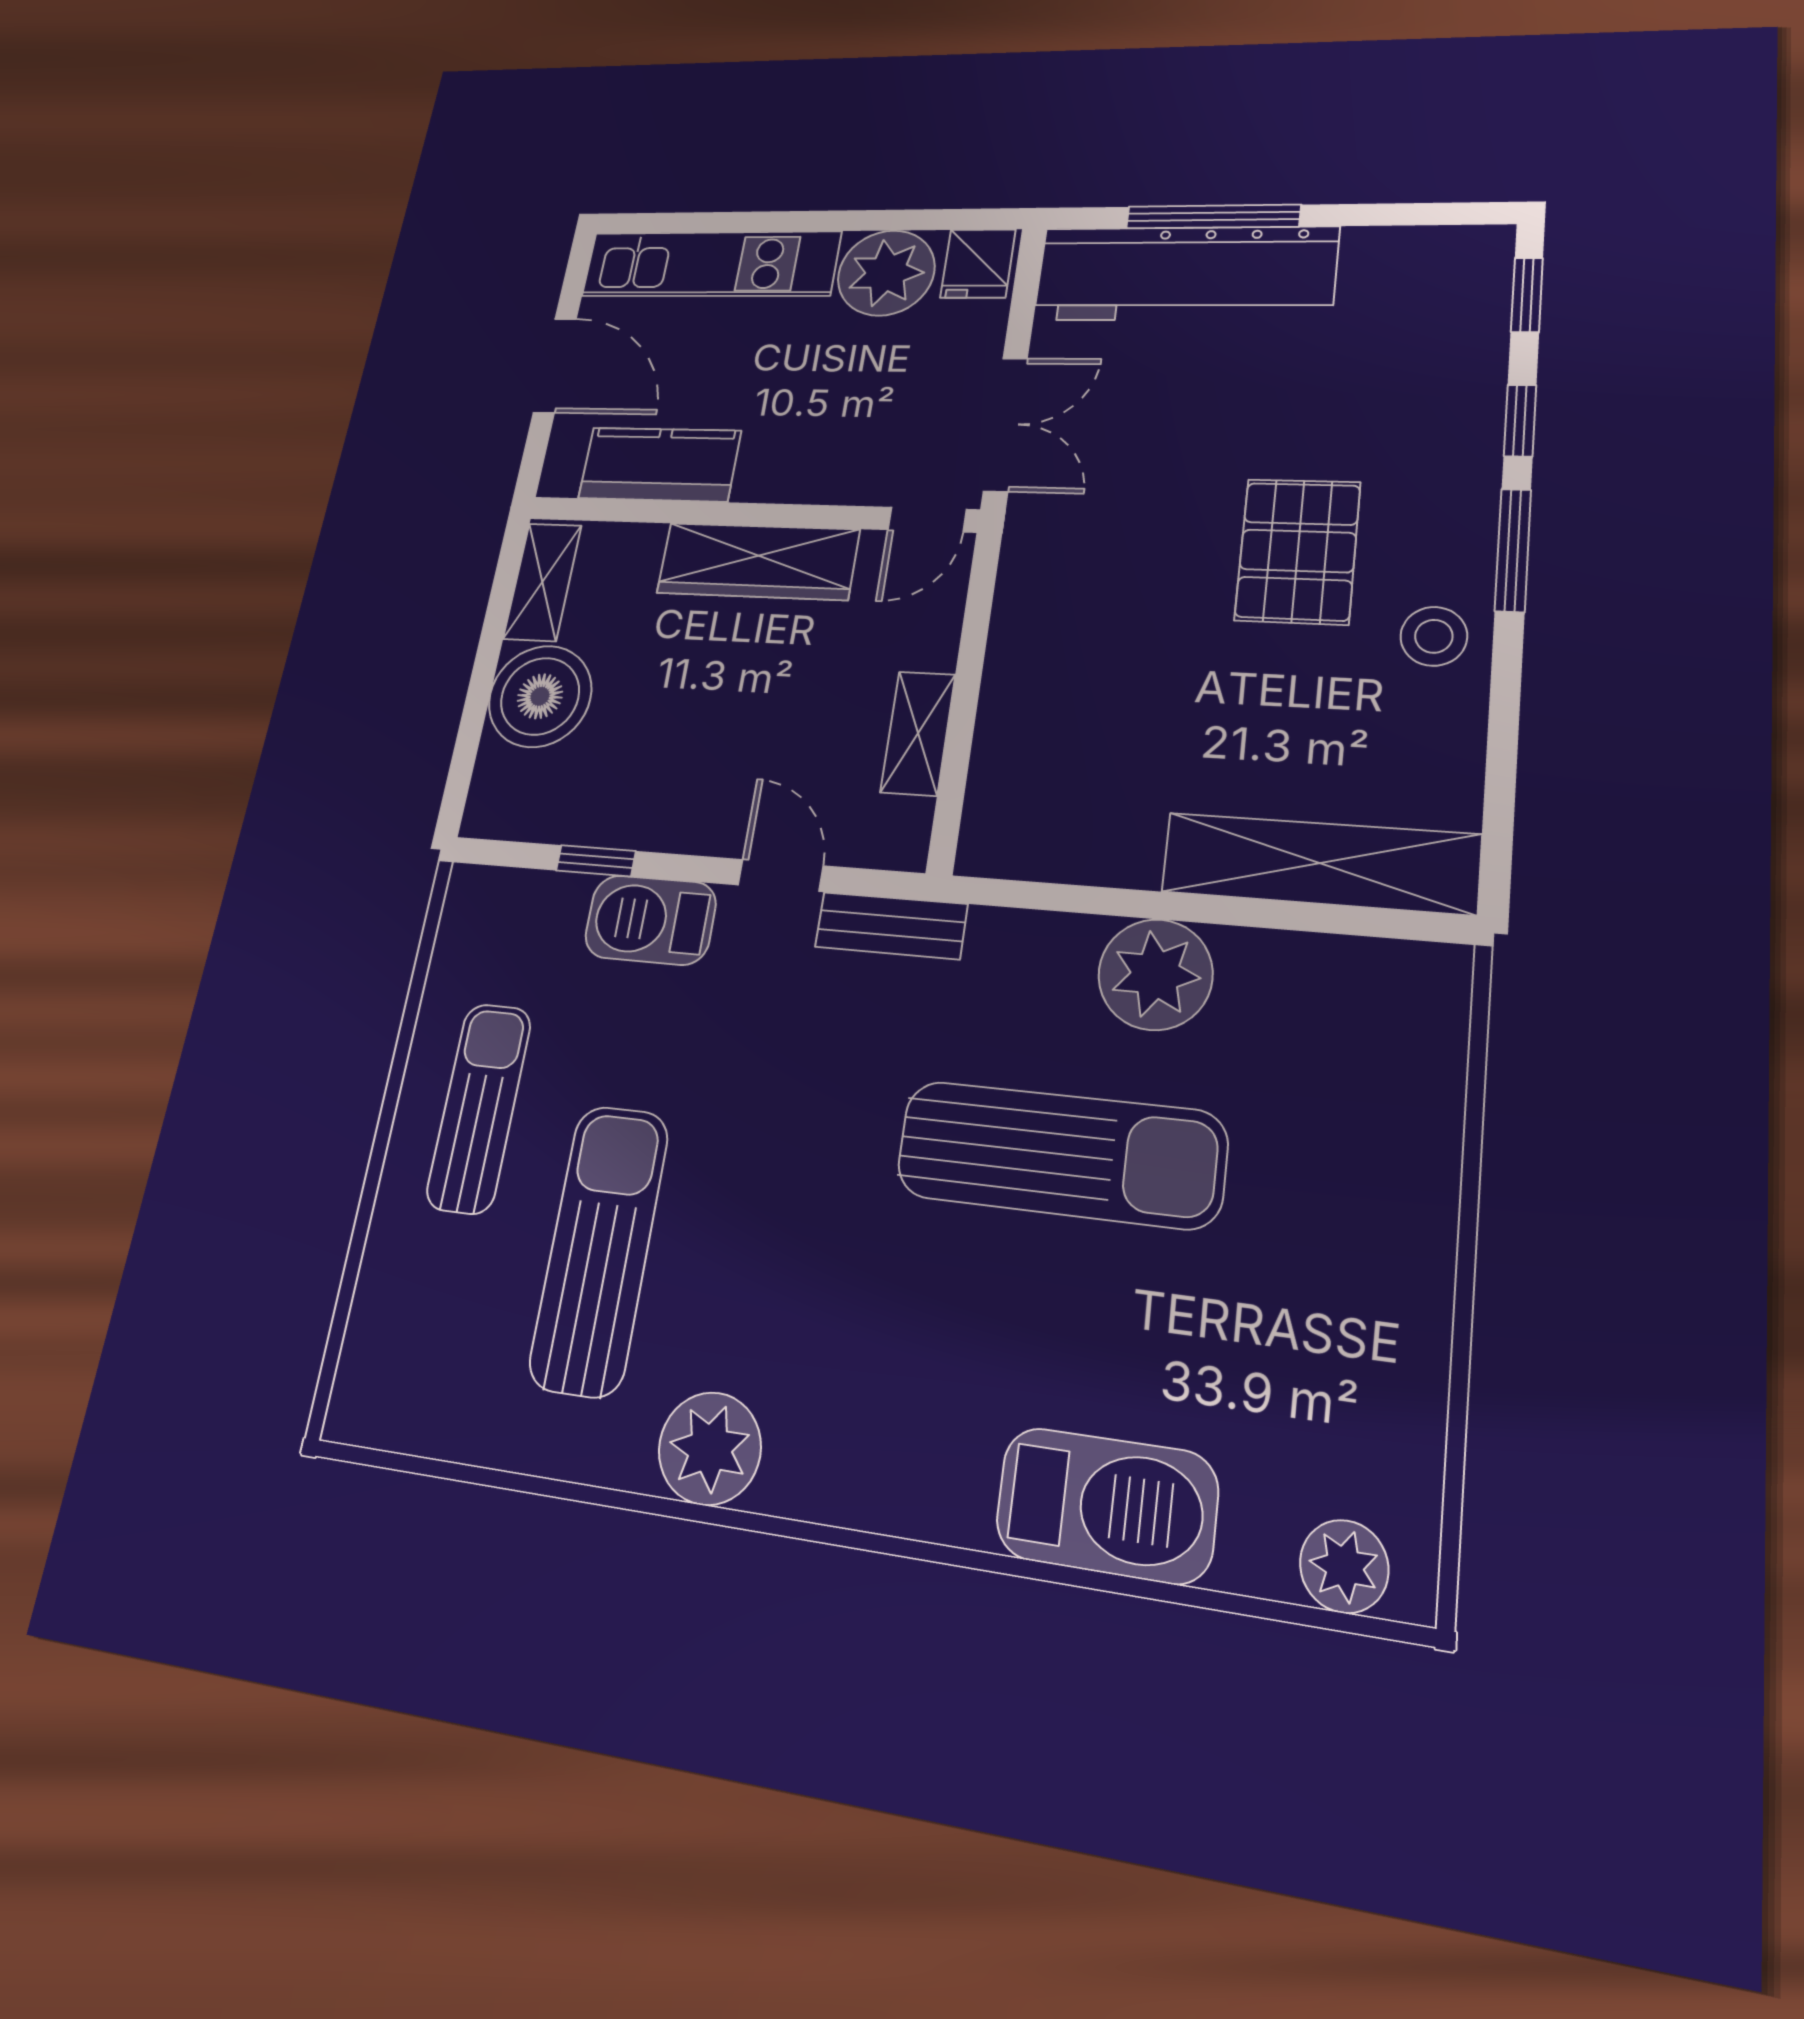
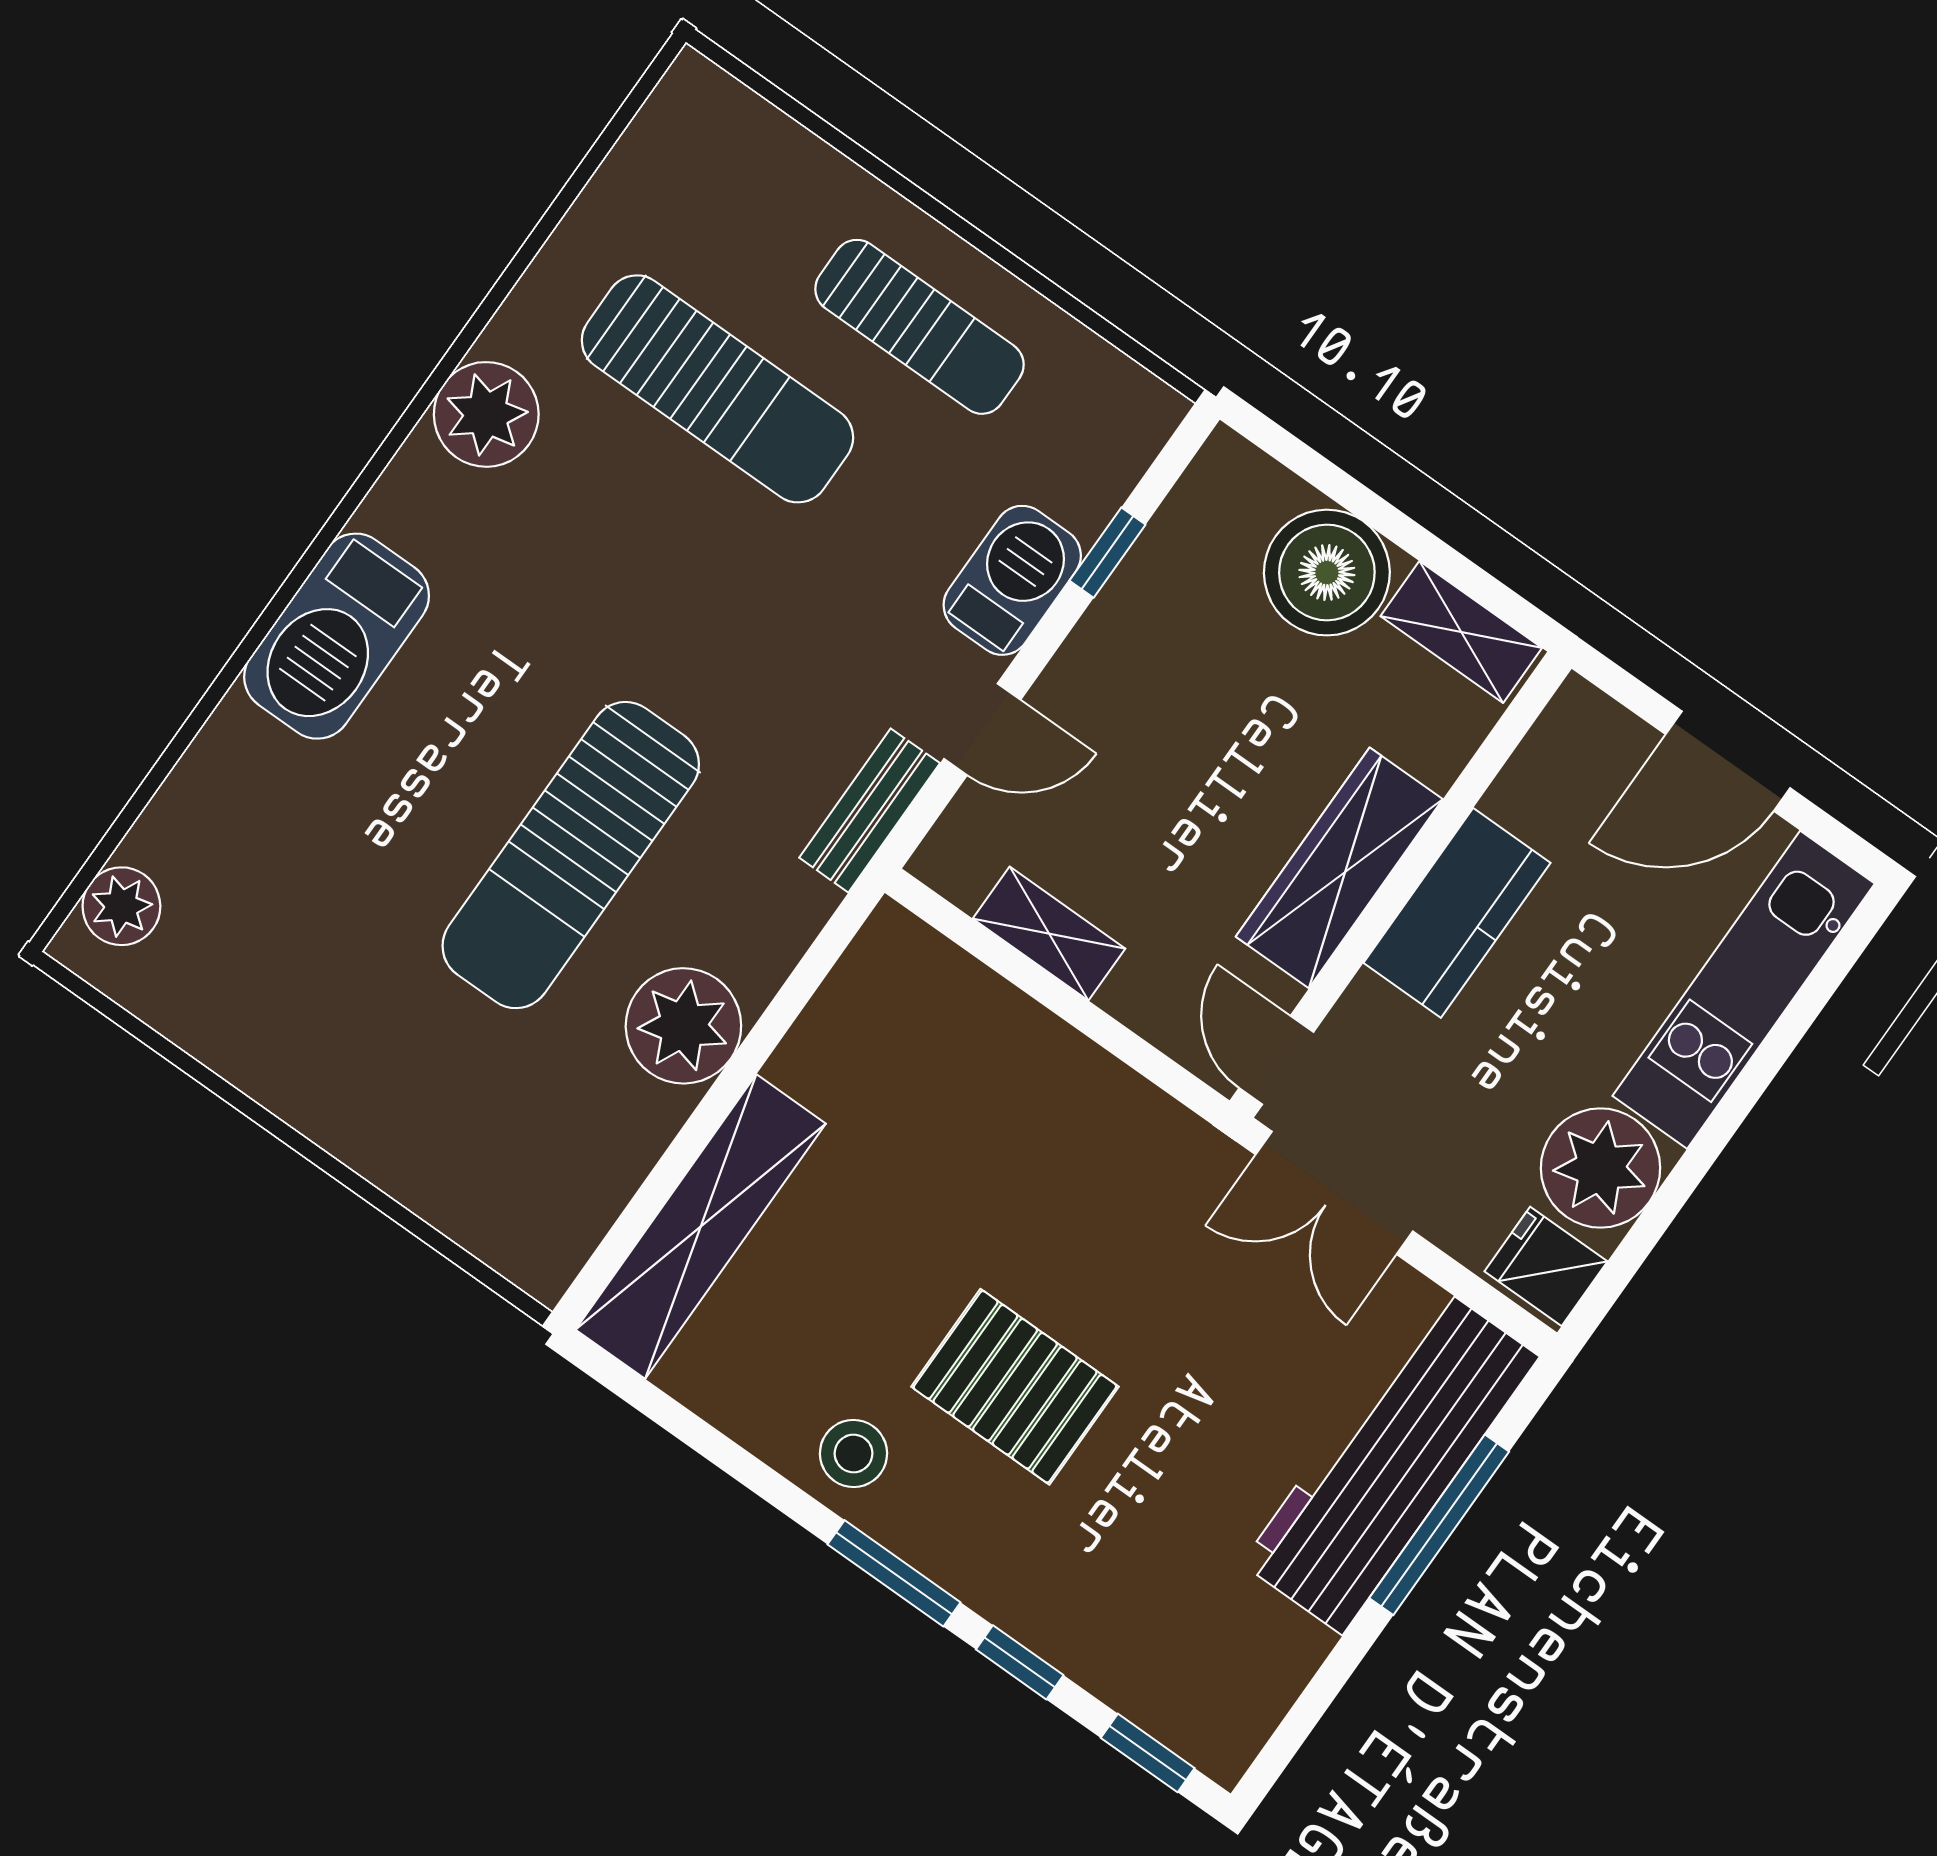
kitchen counter: (660, 464) -> (1457, 913), moved
barbecue: (1107, 1505) -> (337, 636), moved

